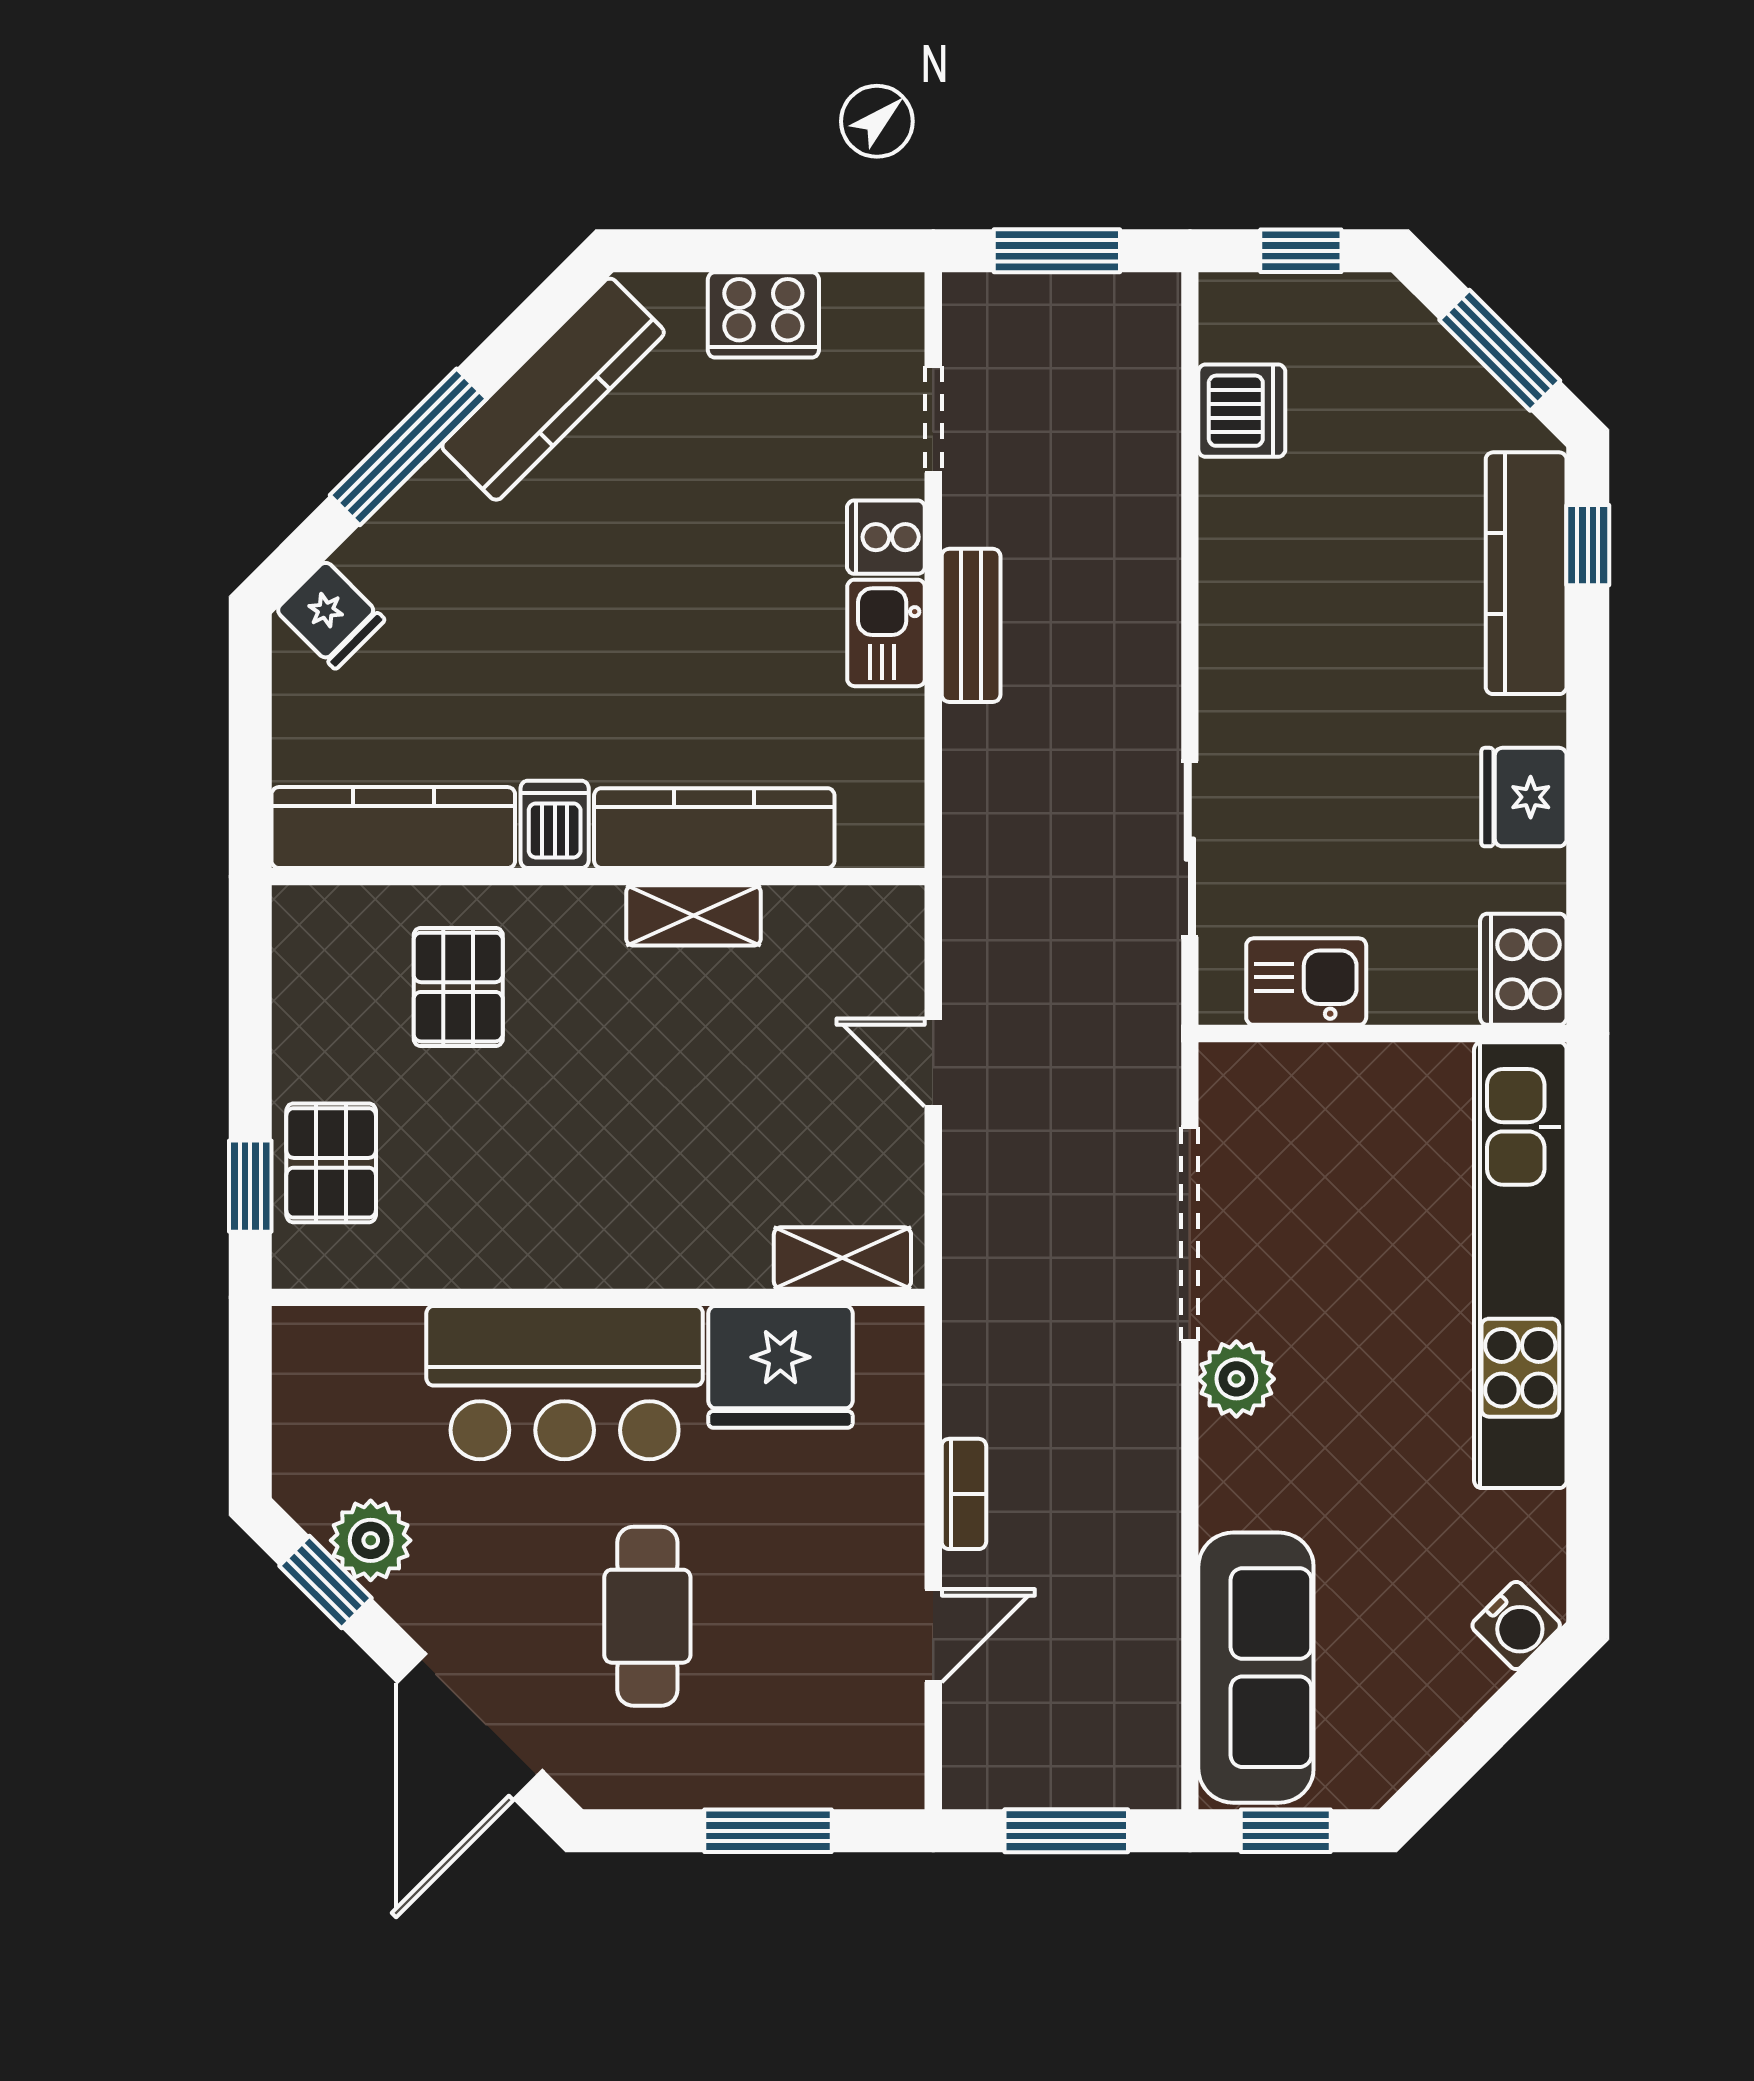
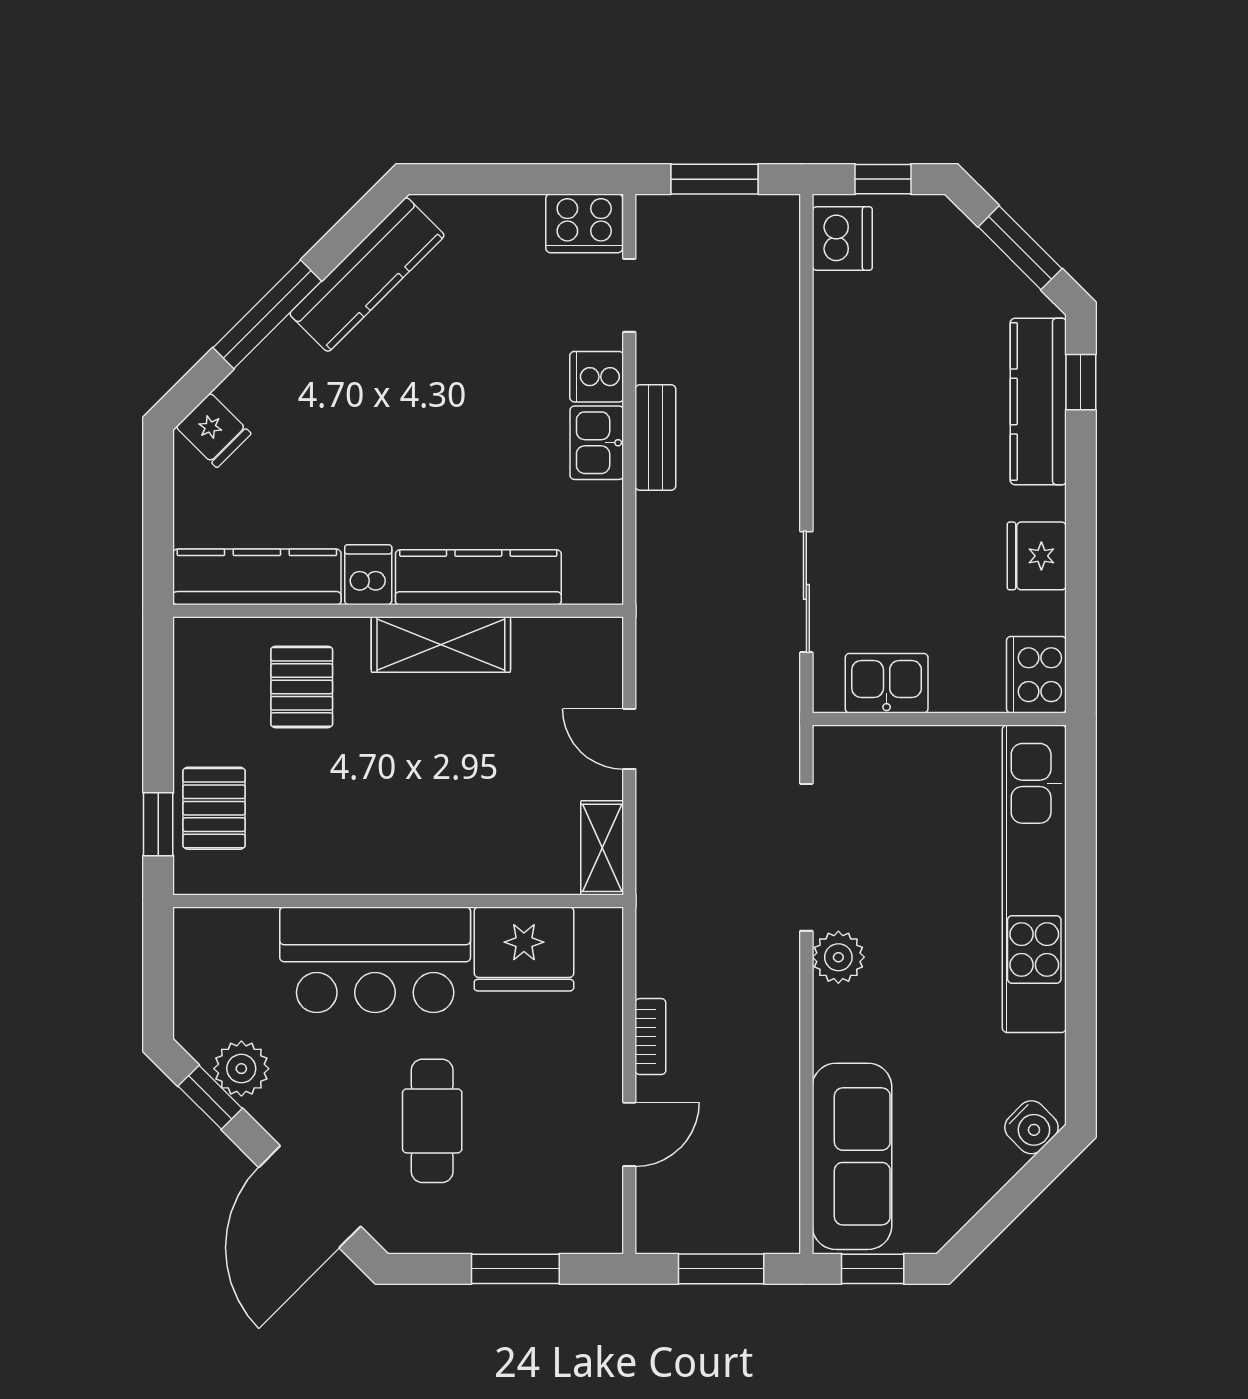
cooker: (763, 315) -> (584, 223), moved
dishwasher: (1242, 411) -> (842, 239), moved
shelving: (694, 915) -> (441, 645), width x1.50, depth x1.33
shelving: (842, 1258) -> (602, 848), moved, turned 90

